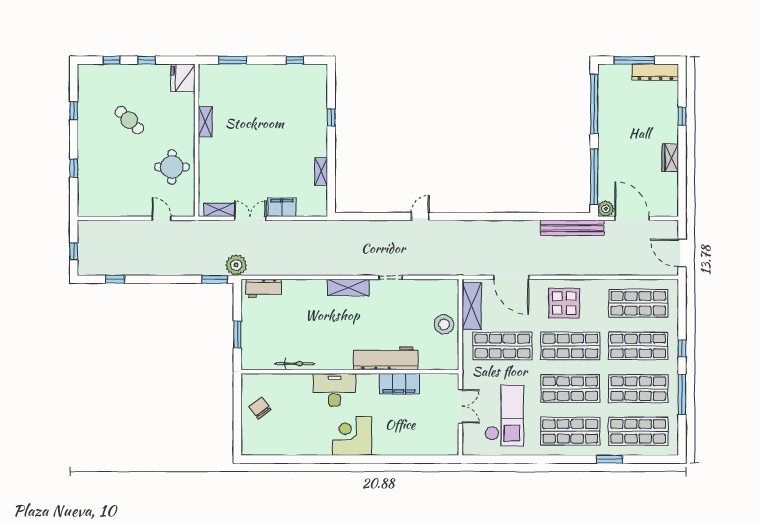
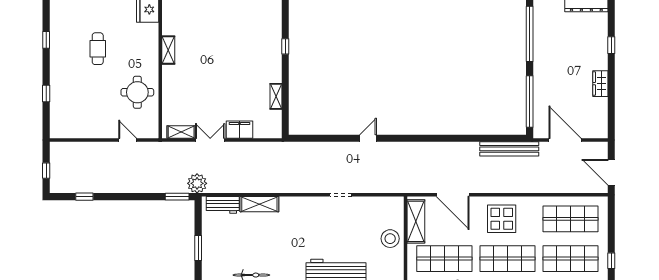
cafe table: (129, 120) -> (98, 49), turned 46
plant: (606, 209) -> (540, 131), removed
shelving: (348, 287) -> (259, 204), moved

